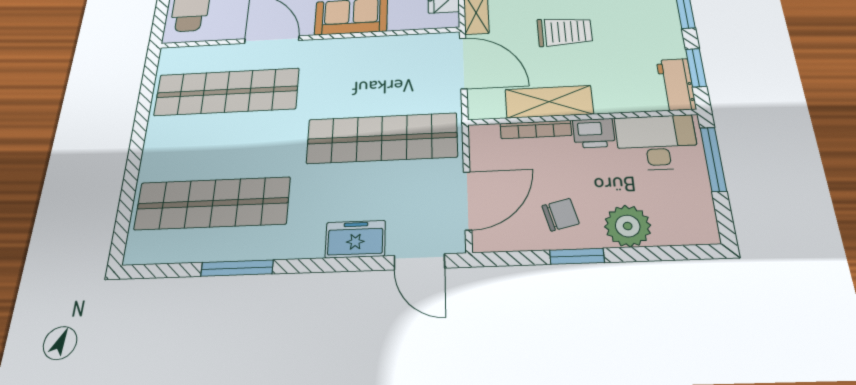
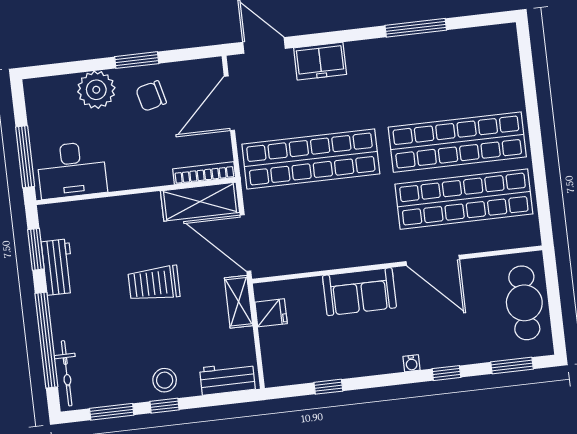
workbench: (676, 84) -> (58, 267), moved
shelving: (549, 102) -> (200, 202), moved
bookcase: (536, 129) -> (204, 173), moved
printer: (594, 133) -> (125, 176), removed
shop shelf: (213, 203) -> (457, 142), moved

